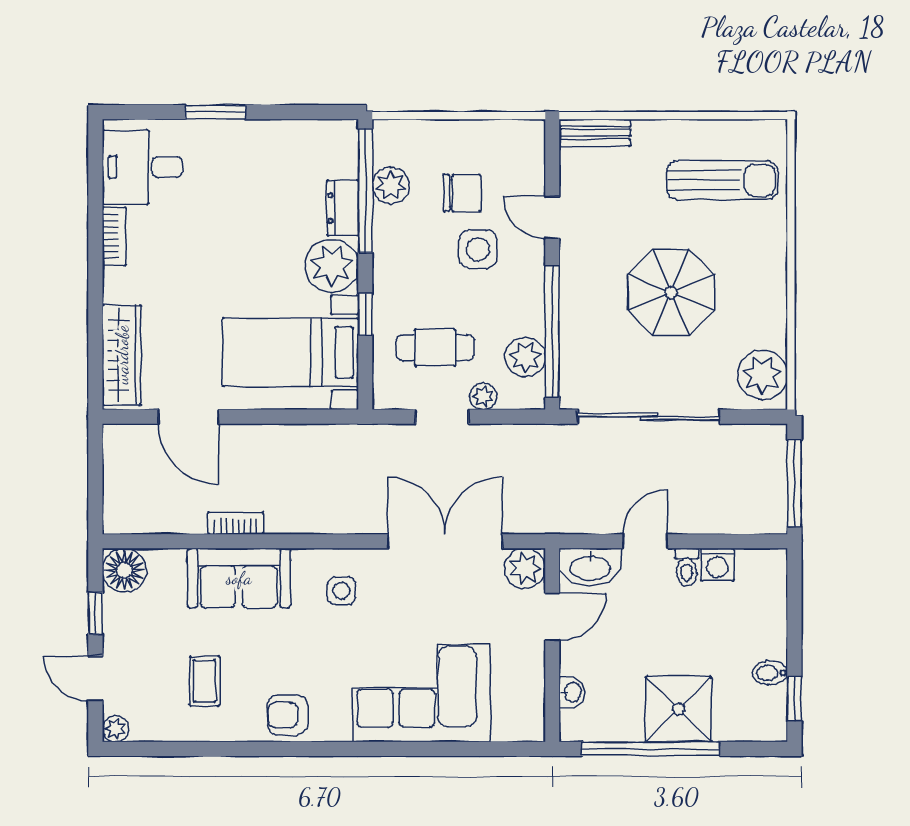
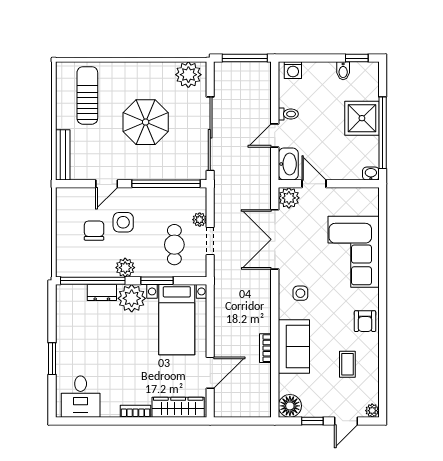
bench: (595, 133) -> (63, 155), width x1.36
plant: (391, 185) -> (125, 268), moved
bookcase: (114, 236) -> (135, 411), moved
window: (365, 314) -> (157, 281), width x1.50
plant: (525, 357) -> (179, 198), removed
door: (645, 541) -> (275, 135), hinge flipped
washing machine: (717, 565) -> (293, 70), moved, turned 90
coffee table: (205, 681) -> (347, 364), turned 90
washbasin: (572, 692) -> (371, 174), moved

